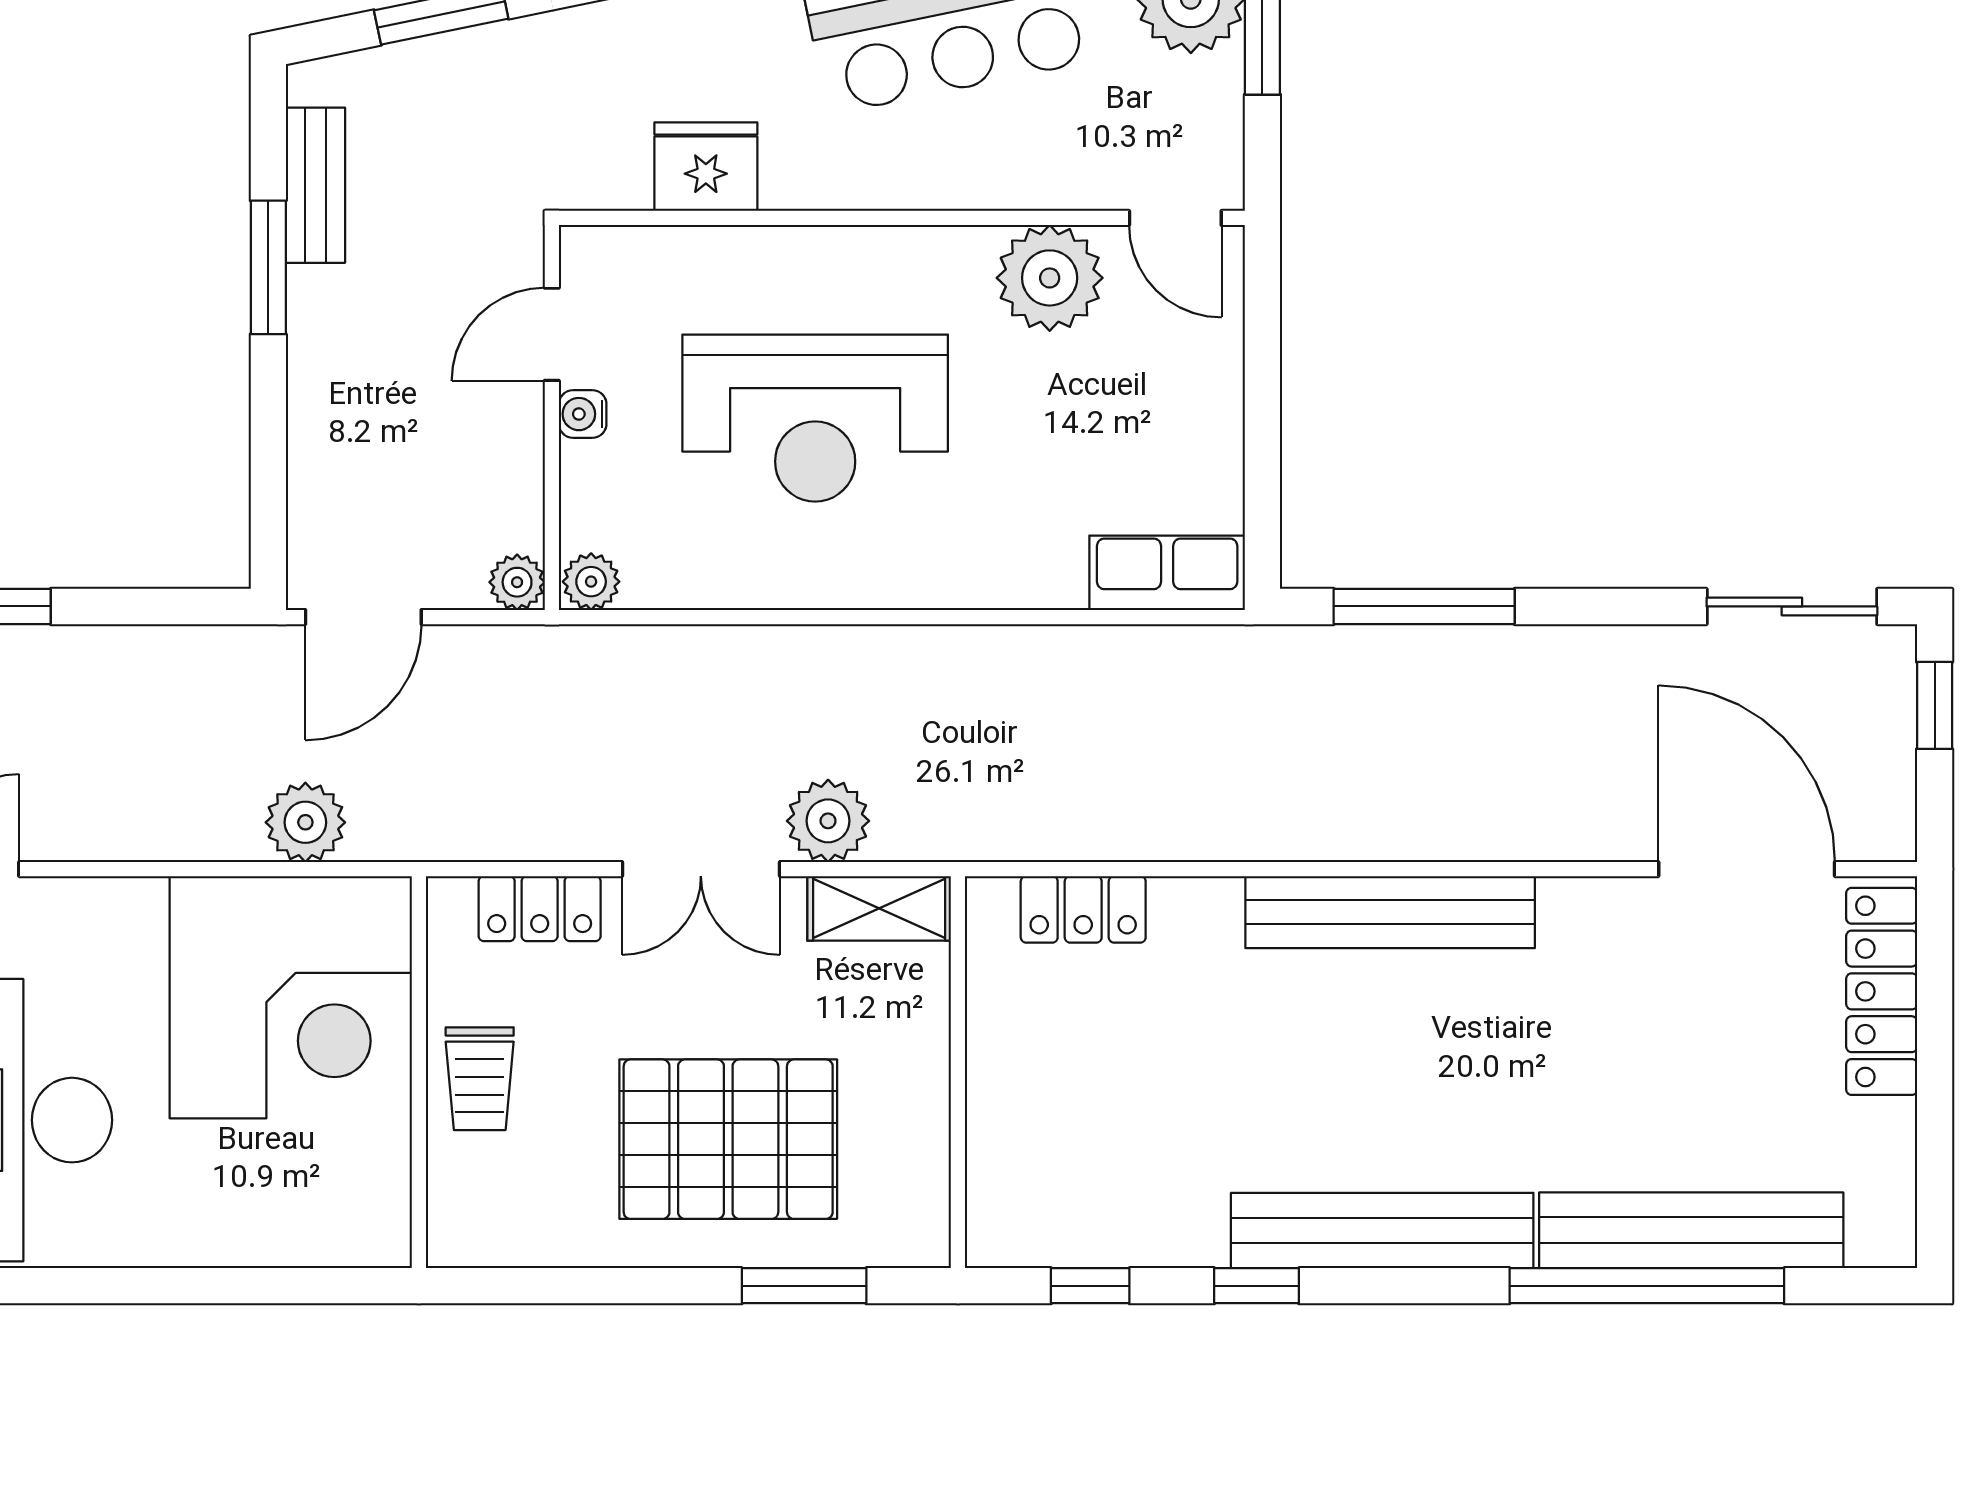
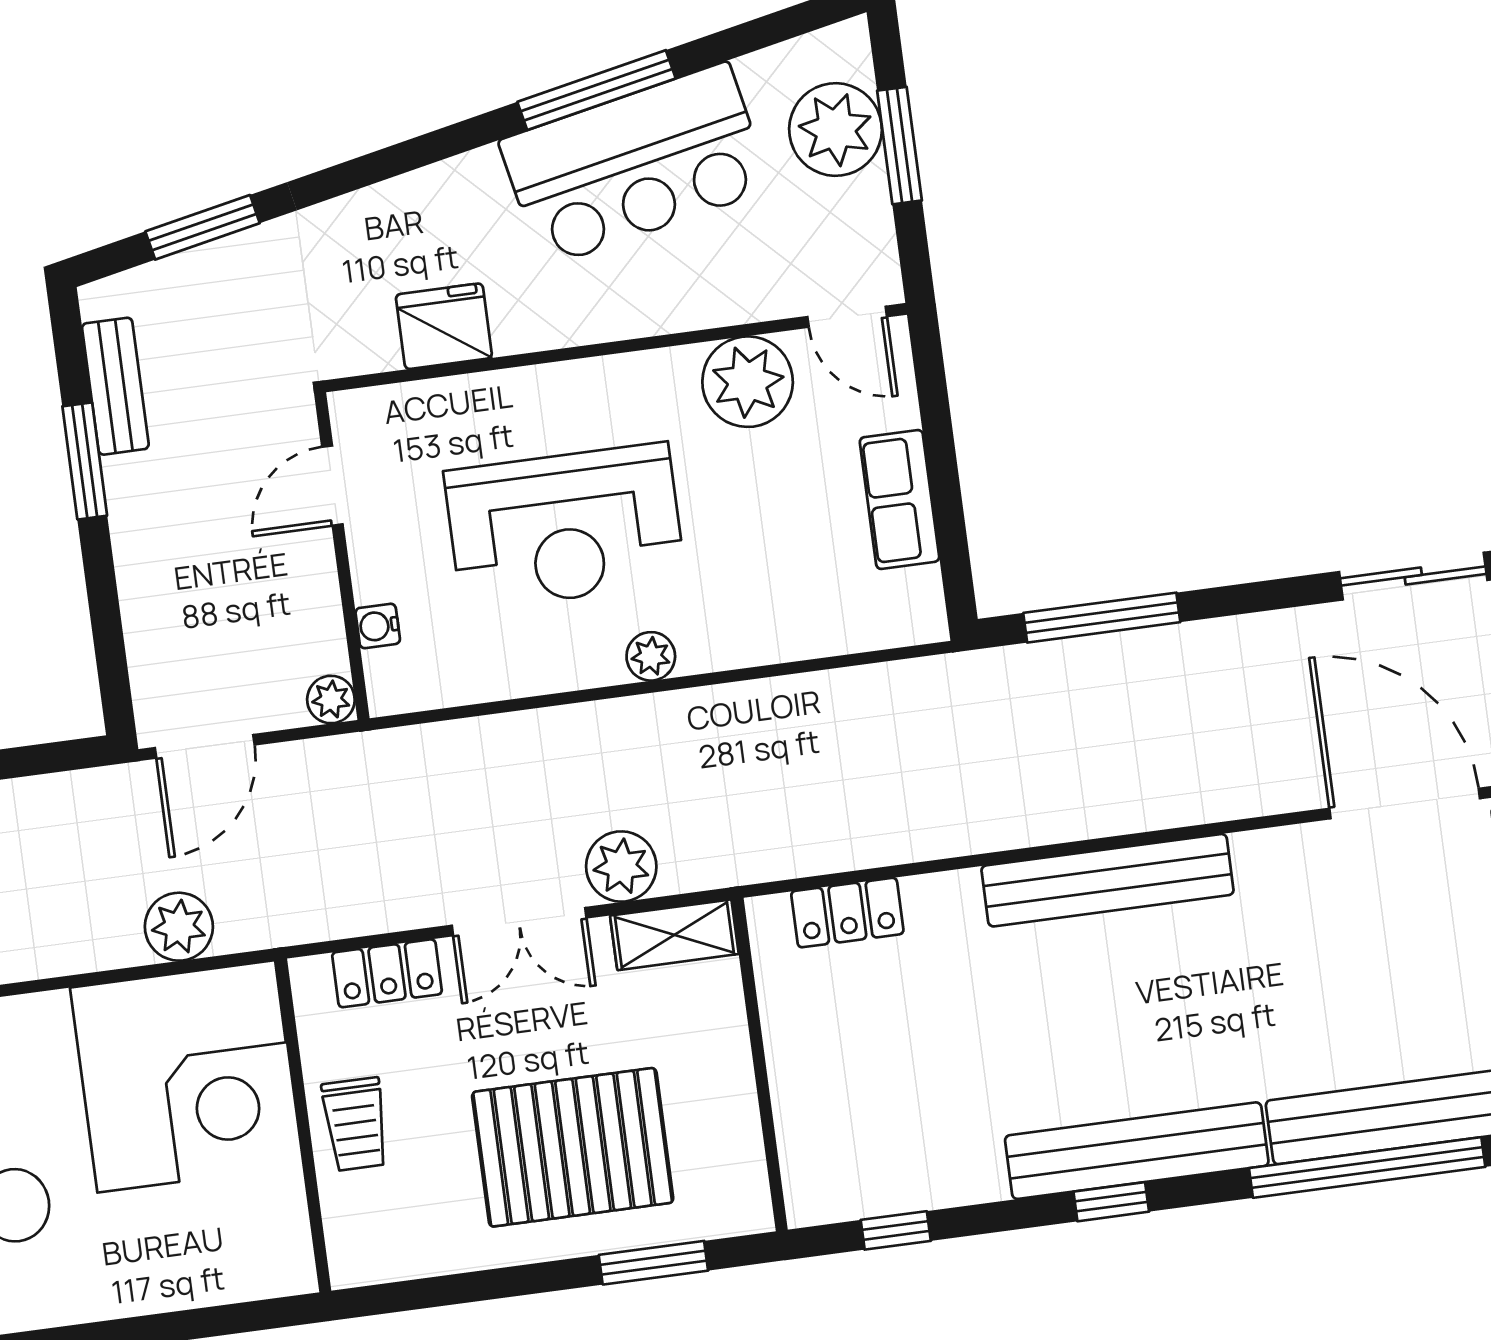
water cooler: (583, 414) -> (378, 626), moved
row of seats: (1167, 573) -> (900, 499), moved, turned -90
plant: (591, 582) -> (651, 656), moved
window: (1257, 1286) -> (1111, 1202), moved

